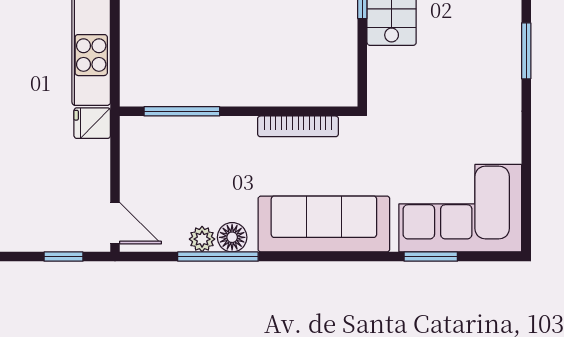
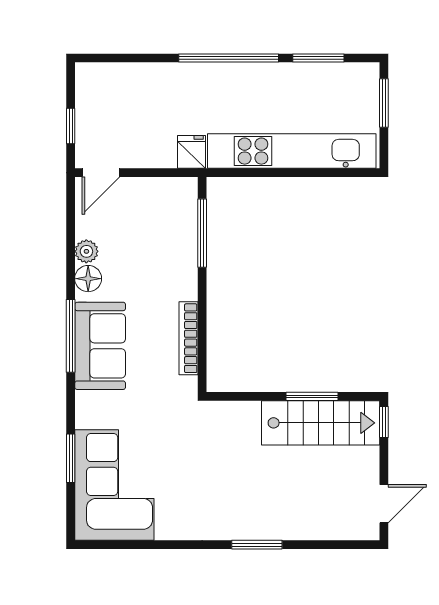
sofa: (324, 224) -> (100, 346), width x0.73
window: (218, 257) -> (71, 336), moved

